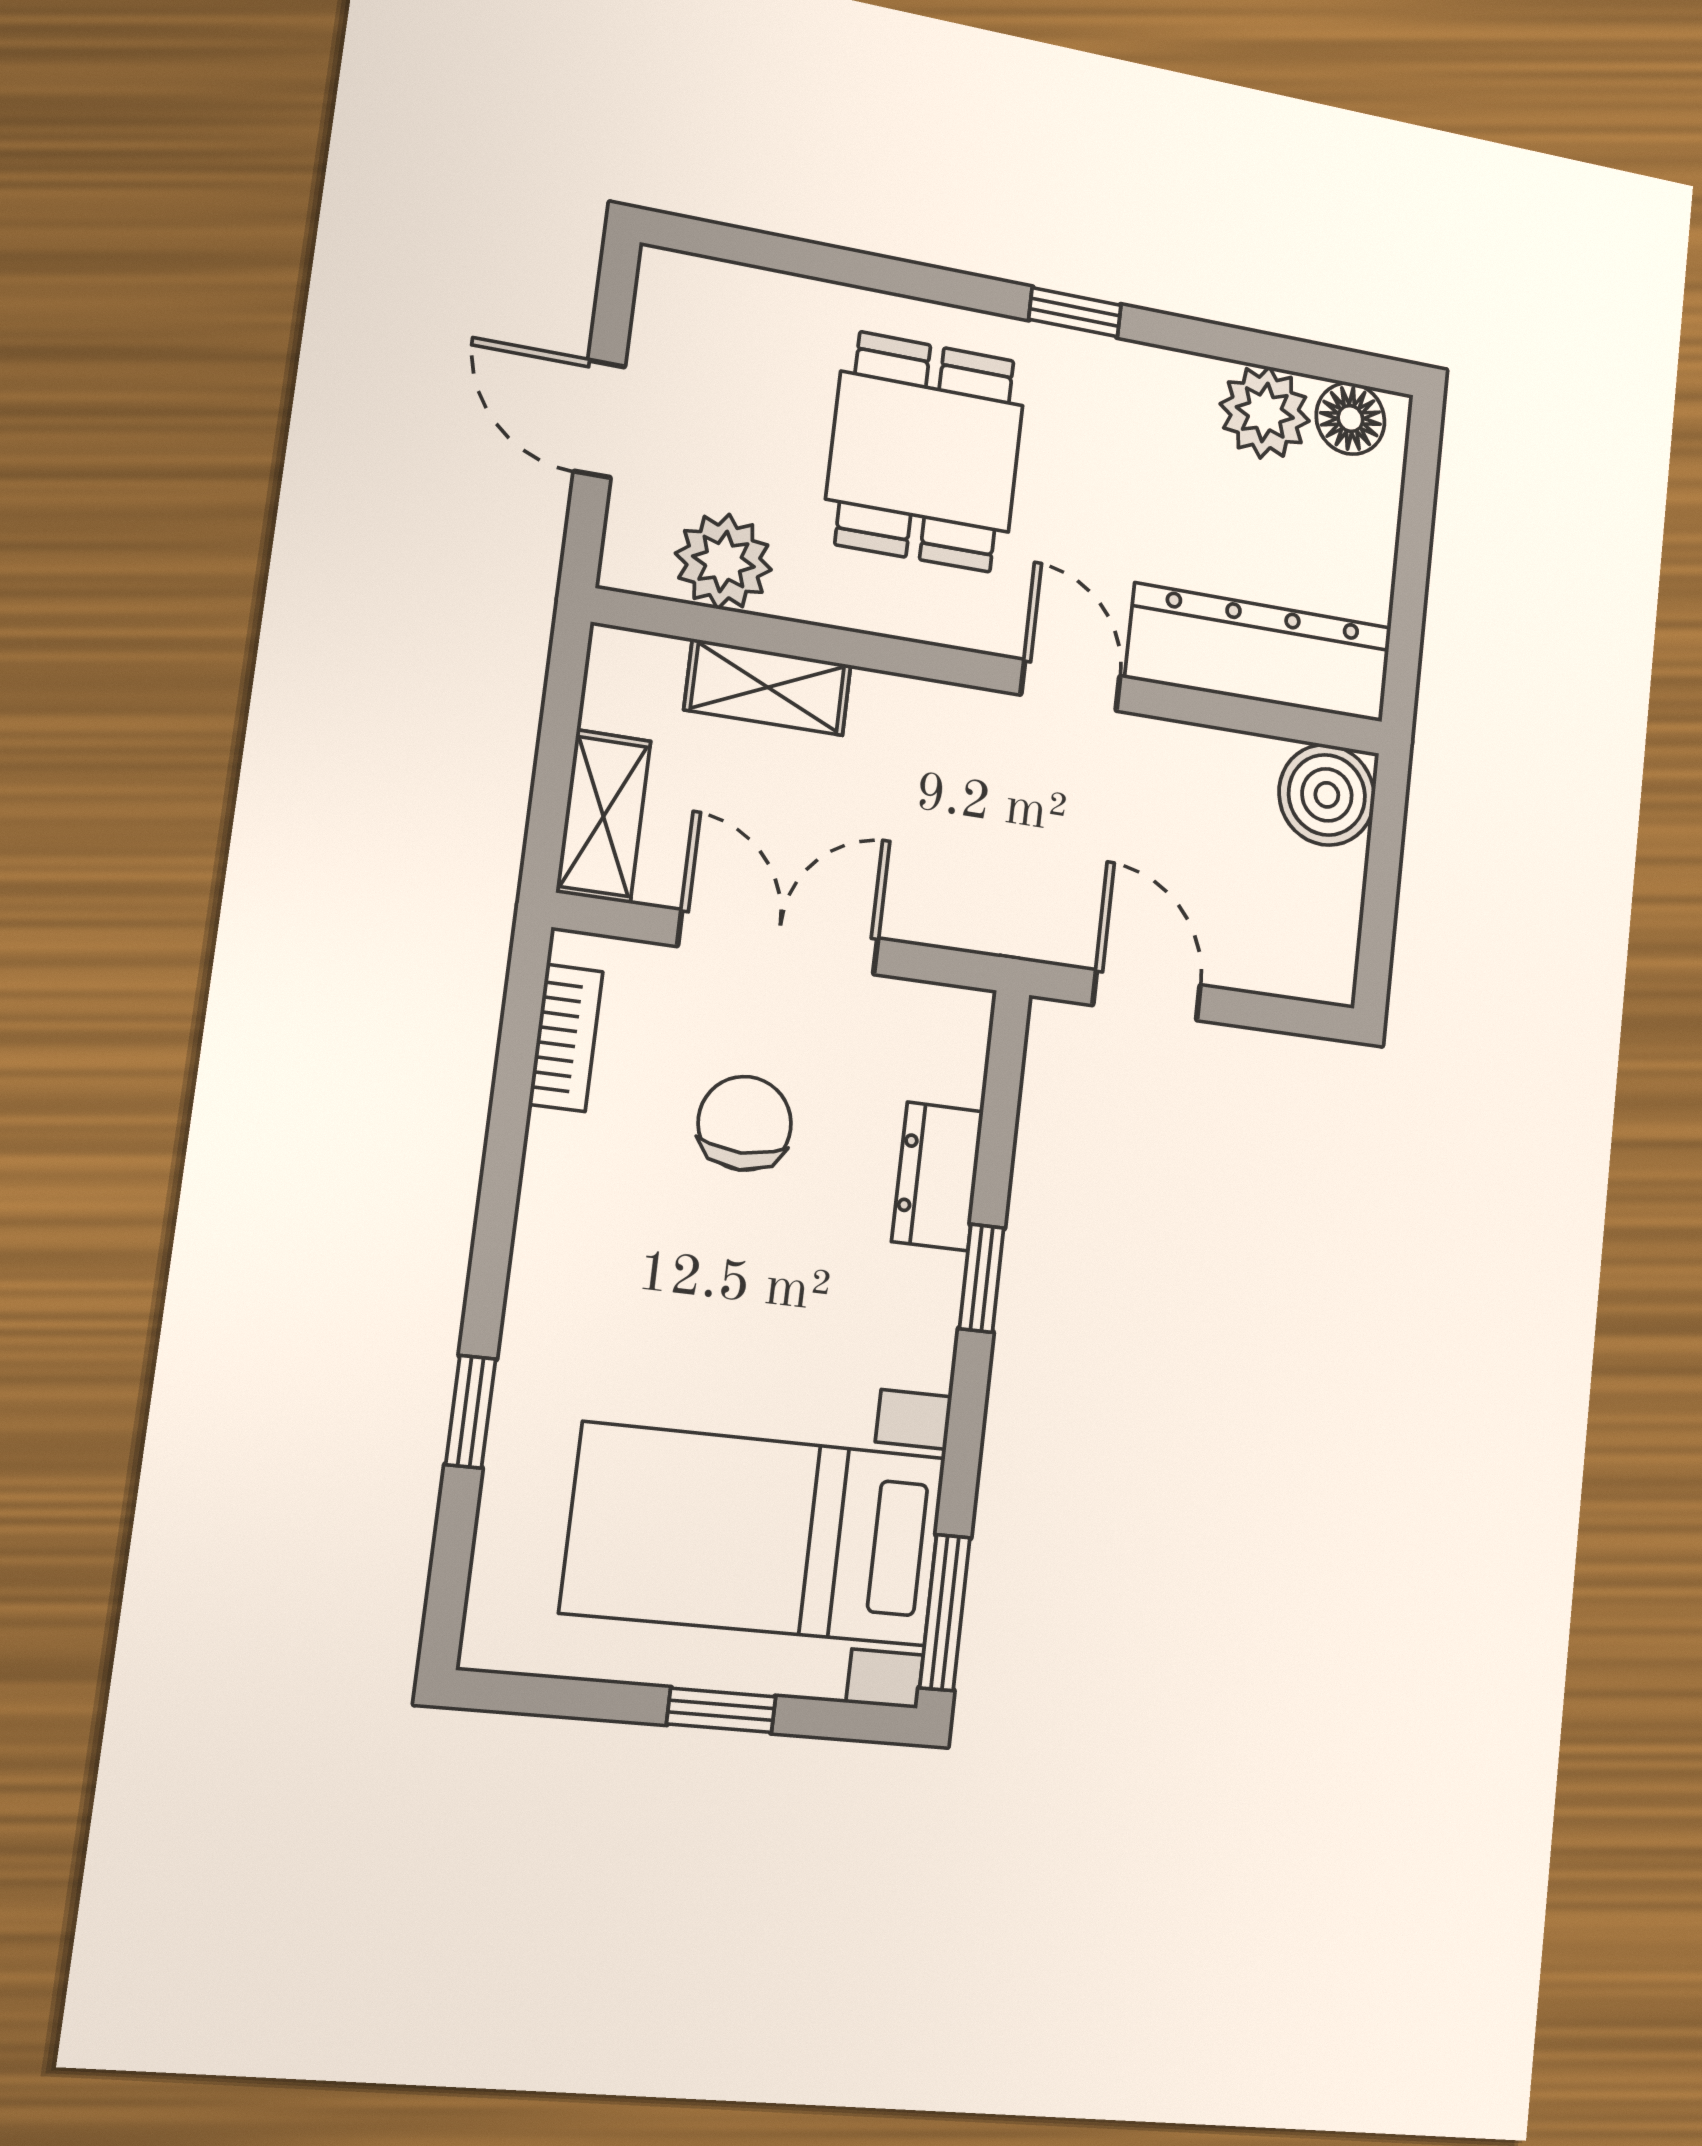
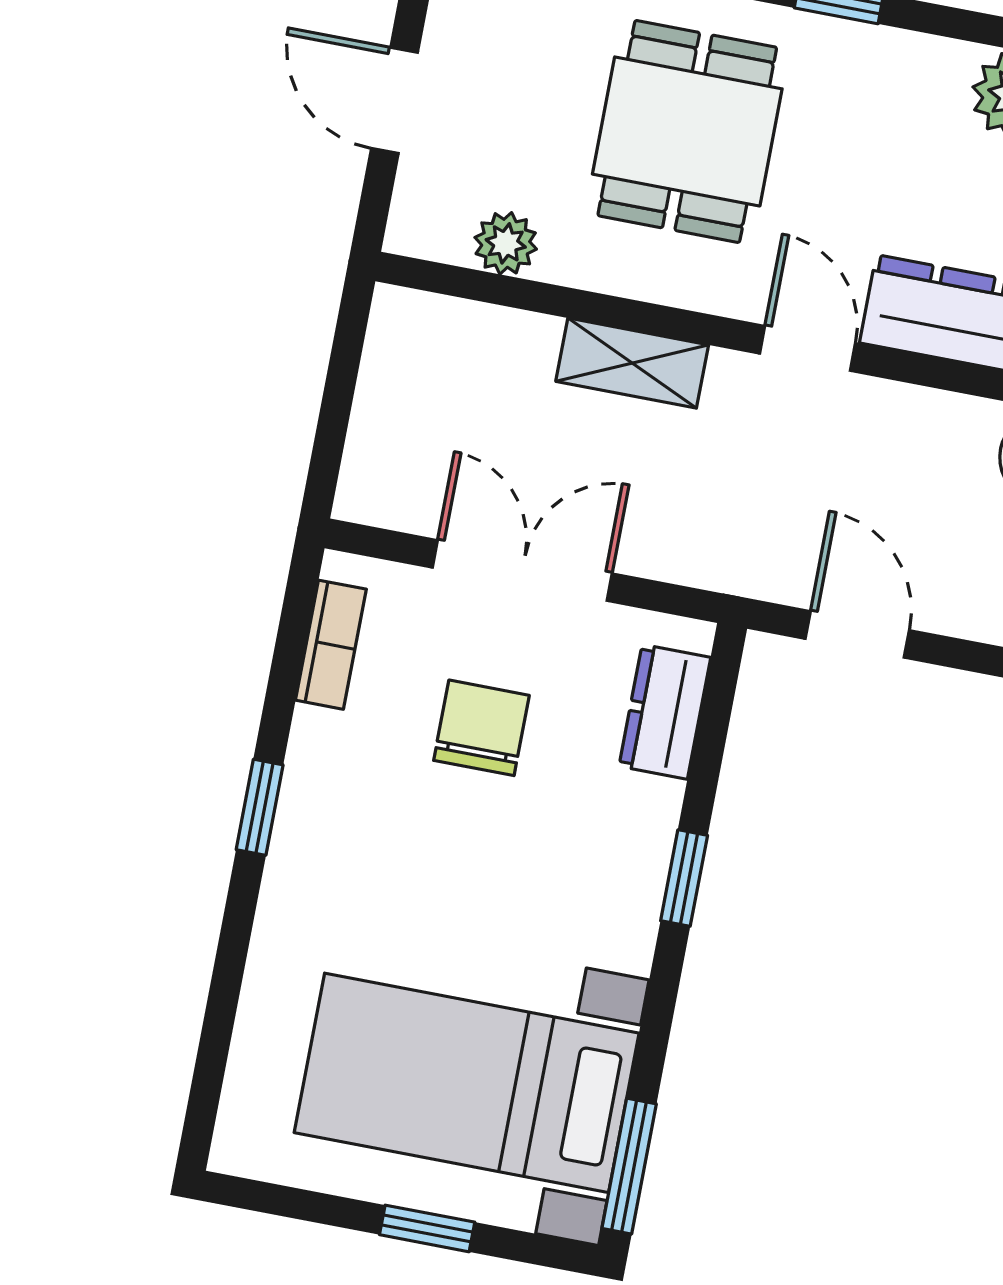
plant: (723, 561) -> (506, 243), width x0.73, depth x0.73
shelving: (768, 687) -> (632, 363), moved
shelving: (603, 817) -> (376, 454), removed
dresser: (938, 1176) -> (665, 712), moved
window: (471, 1412) -> (260, 807), moved

